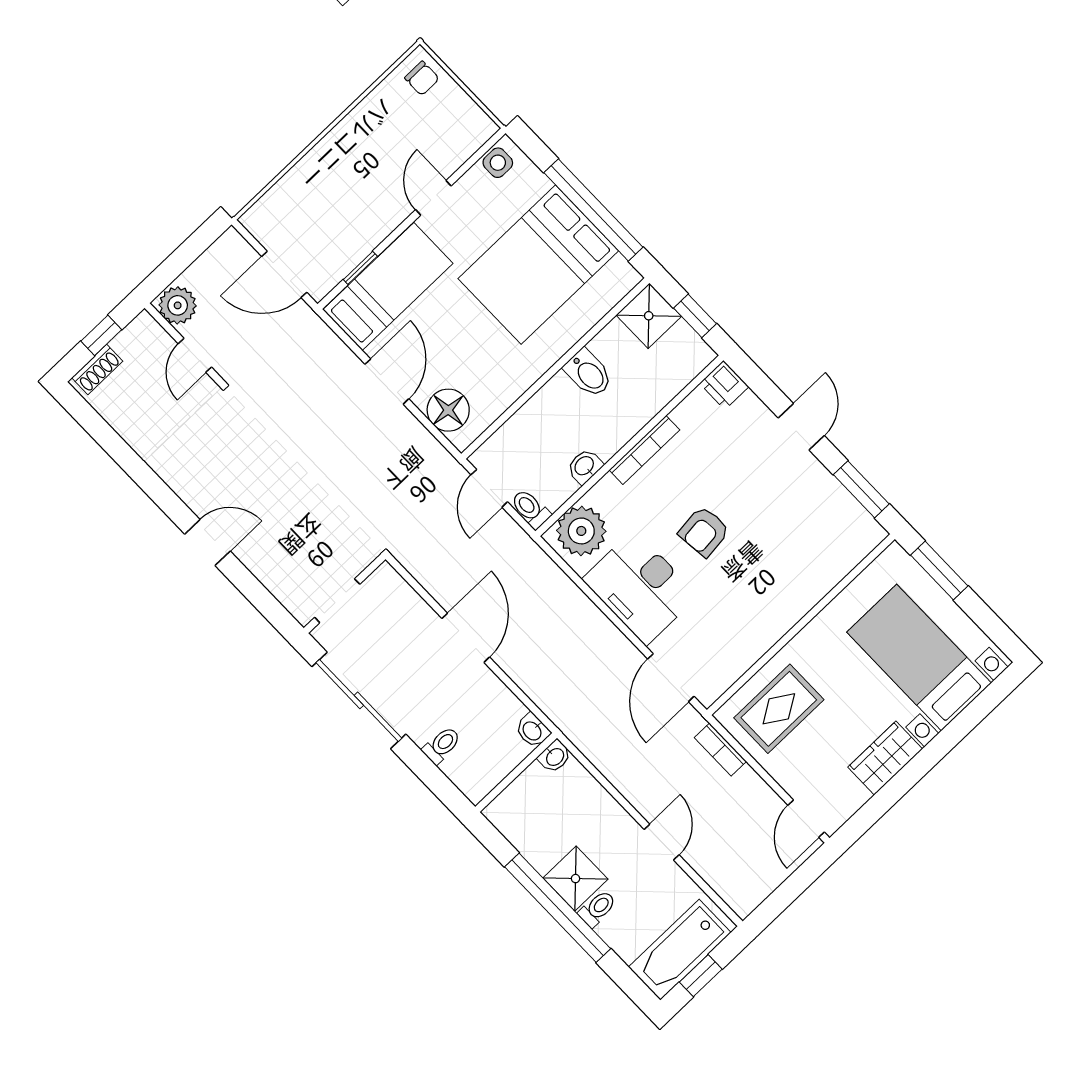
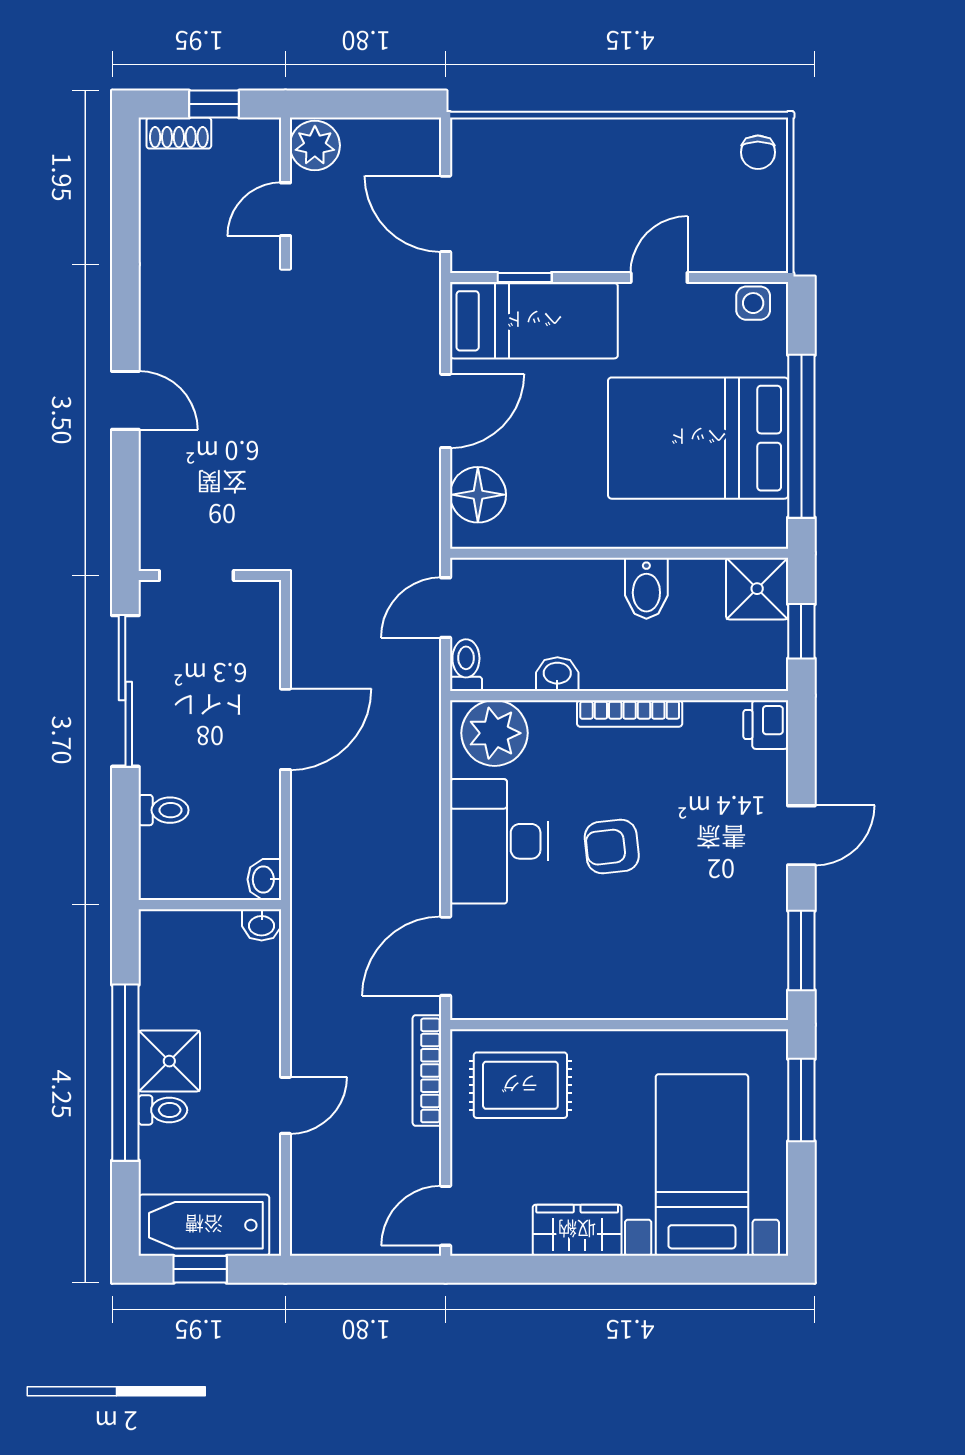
bookcase: (720, 749) -> (427, 1070), width x1.56

